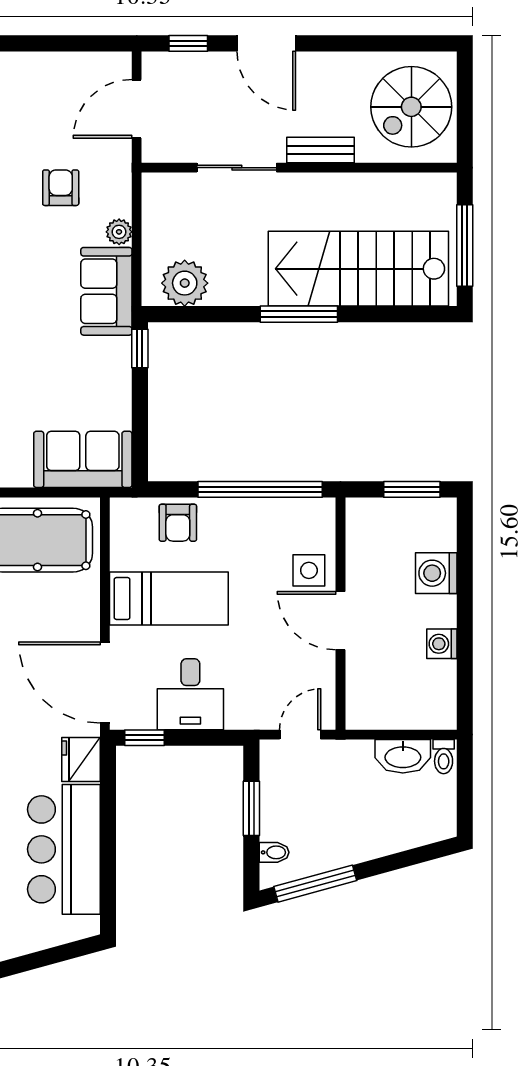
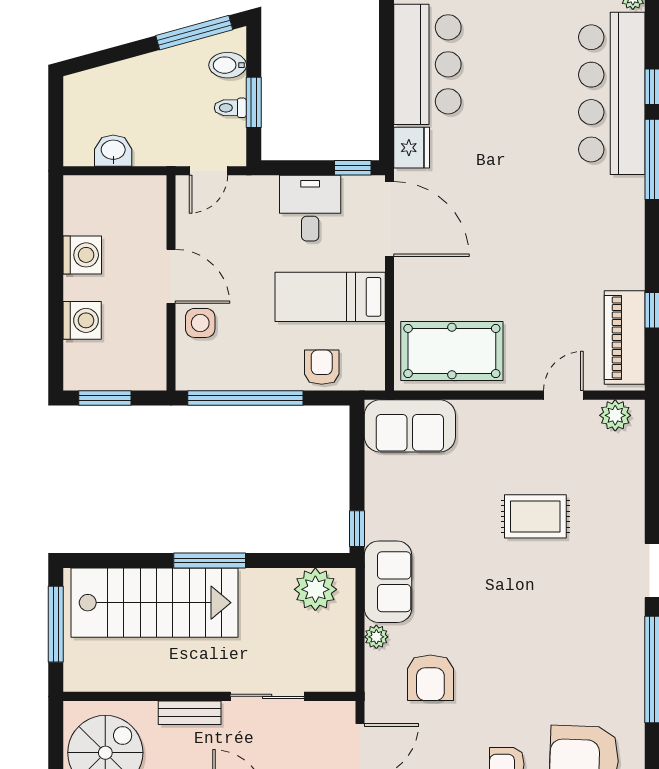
armchair: (61, 188) -> (430, 678), width x1.38, depth x1.38
washing machine: (442, 644) -> (82, 255), width x1.38, depth x1.38
washbasin: (403, 756) -> (113, 151), width x0.72
toilet: (444, 757) -> (230, 108), moved, turned -90
bidet: (274, 852) -> (228, 65), width x1.38, depth x1.36

